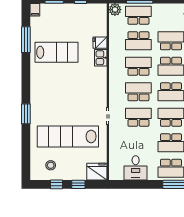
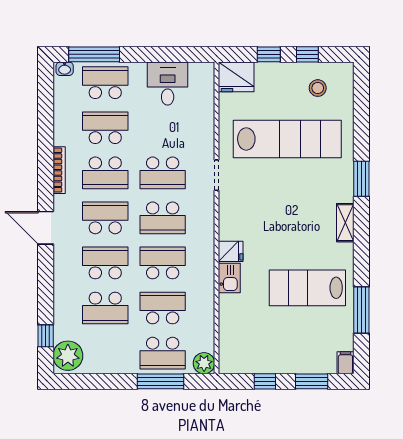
fridge: (100, 43) -> (231, 251), moved
school desk: (138, 66) -> (163, 263), turned 180
shelving: (35, 89) -> (345, 223), added

